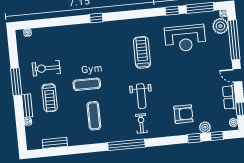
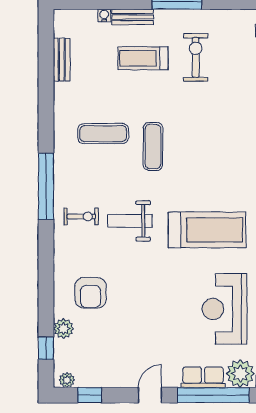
treadmill: (142, 52) -> (207, 230), width x1.37, depth x1.38
exercise mat: (87, 84) -> (153, 146), moved
row of seats: (229, 97) -> (203, 377), moved
window: (194, 138) -> (46, 308), removed

